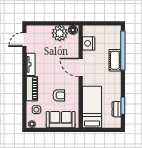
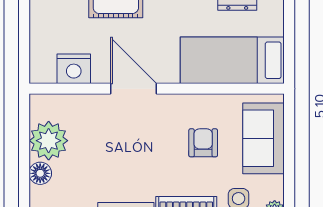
floor lamp: (73, 30) -> (40, 173), moved
door: (81, 67) -> (133, 89), swing flipped

